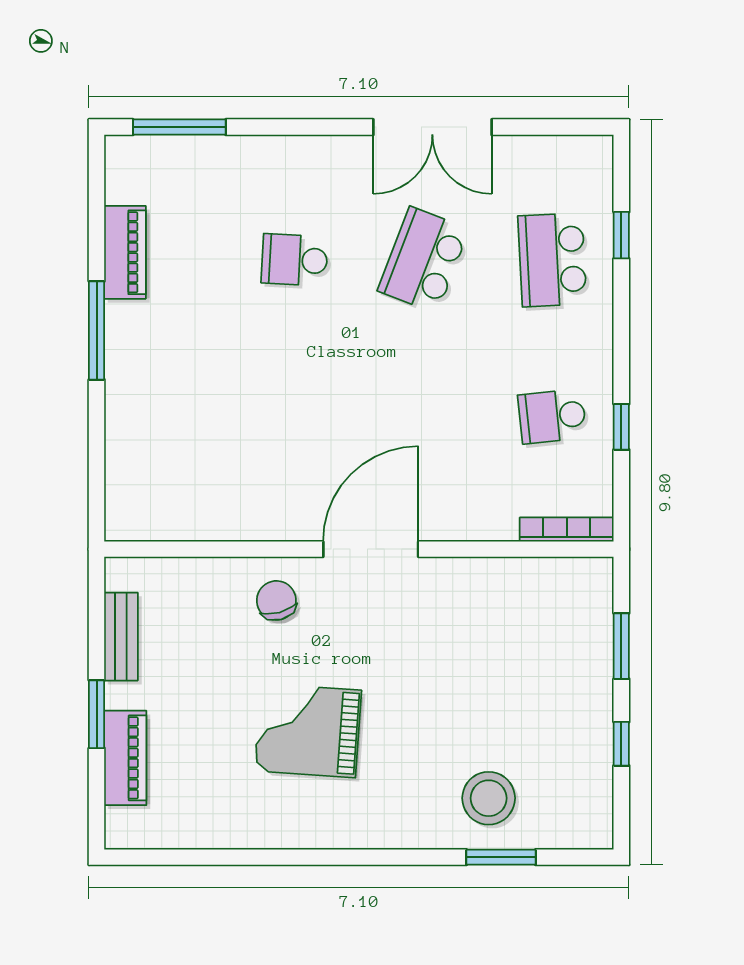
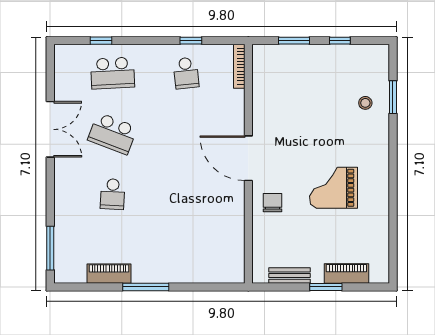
chair: (276, 600) -> (272, 203), turned 105
grand piano: (308, 731) -> (334, 188), turned 86
stool: (489, 798) -> (365, 103), width x0.53, depth x0.53

